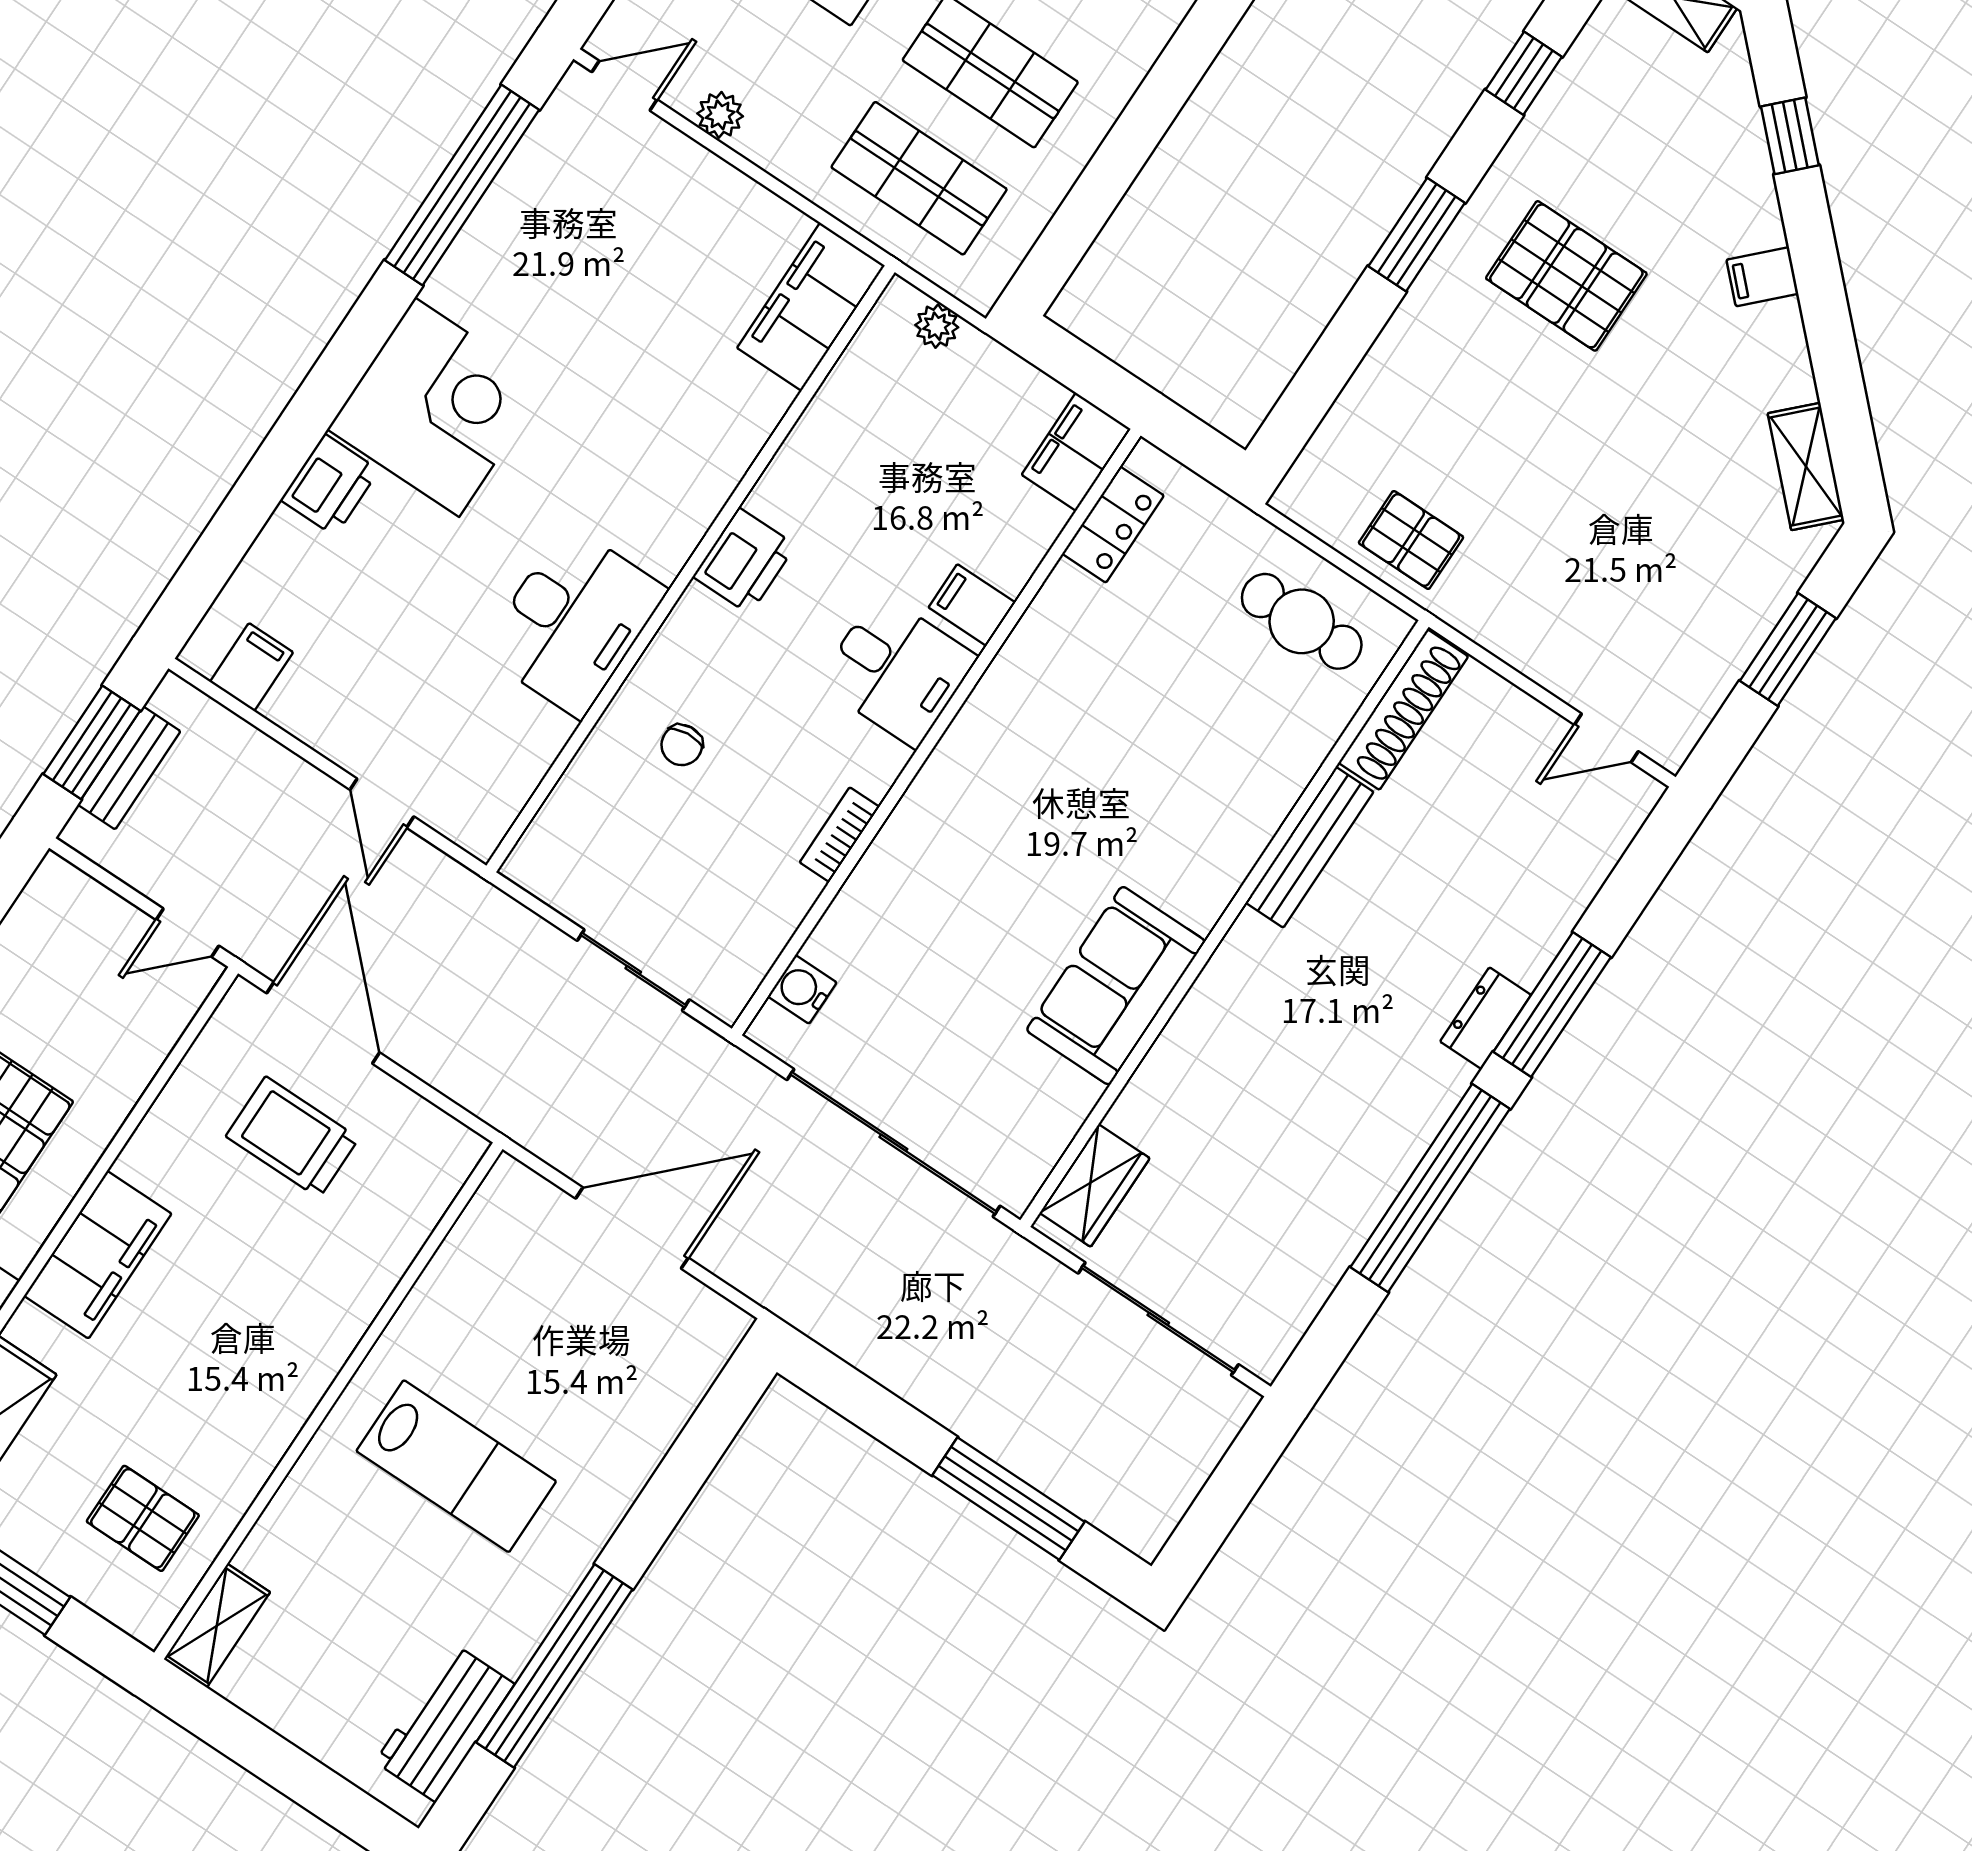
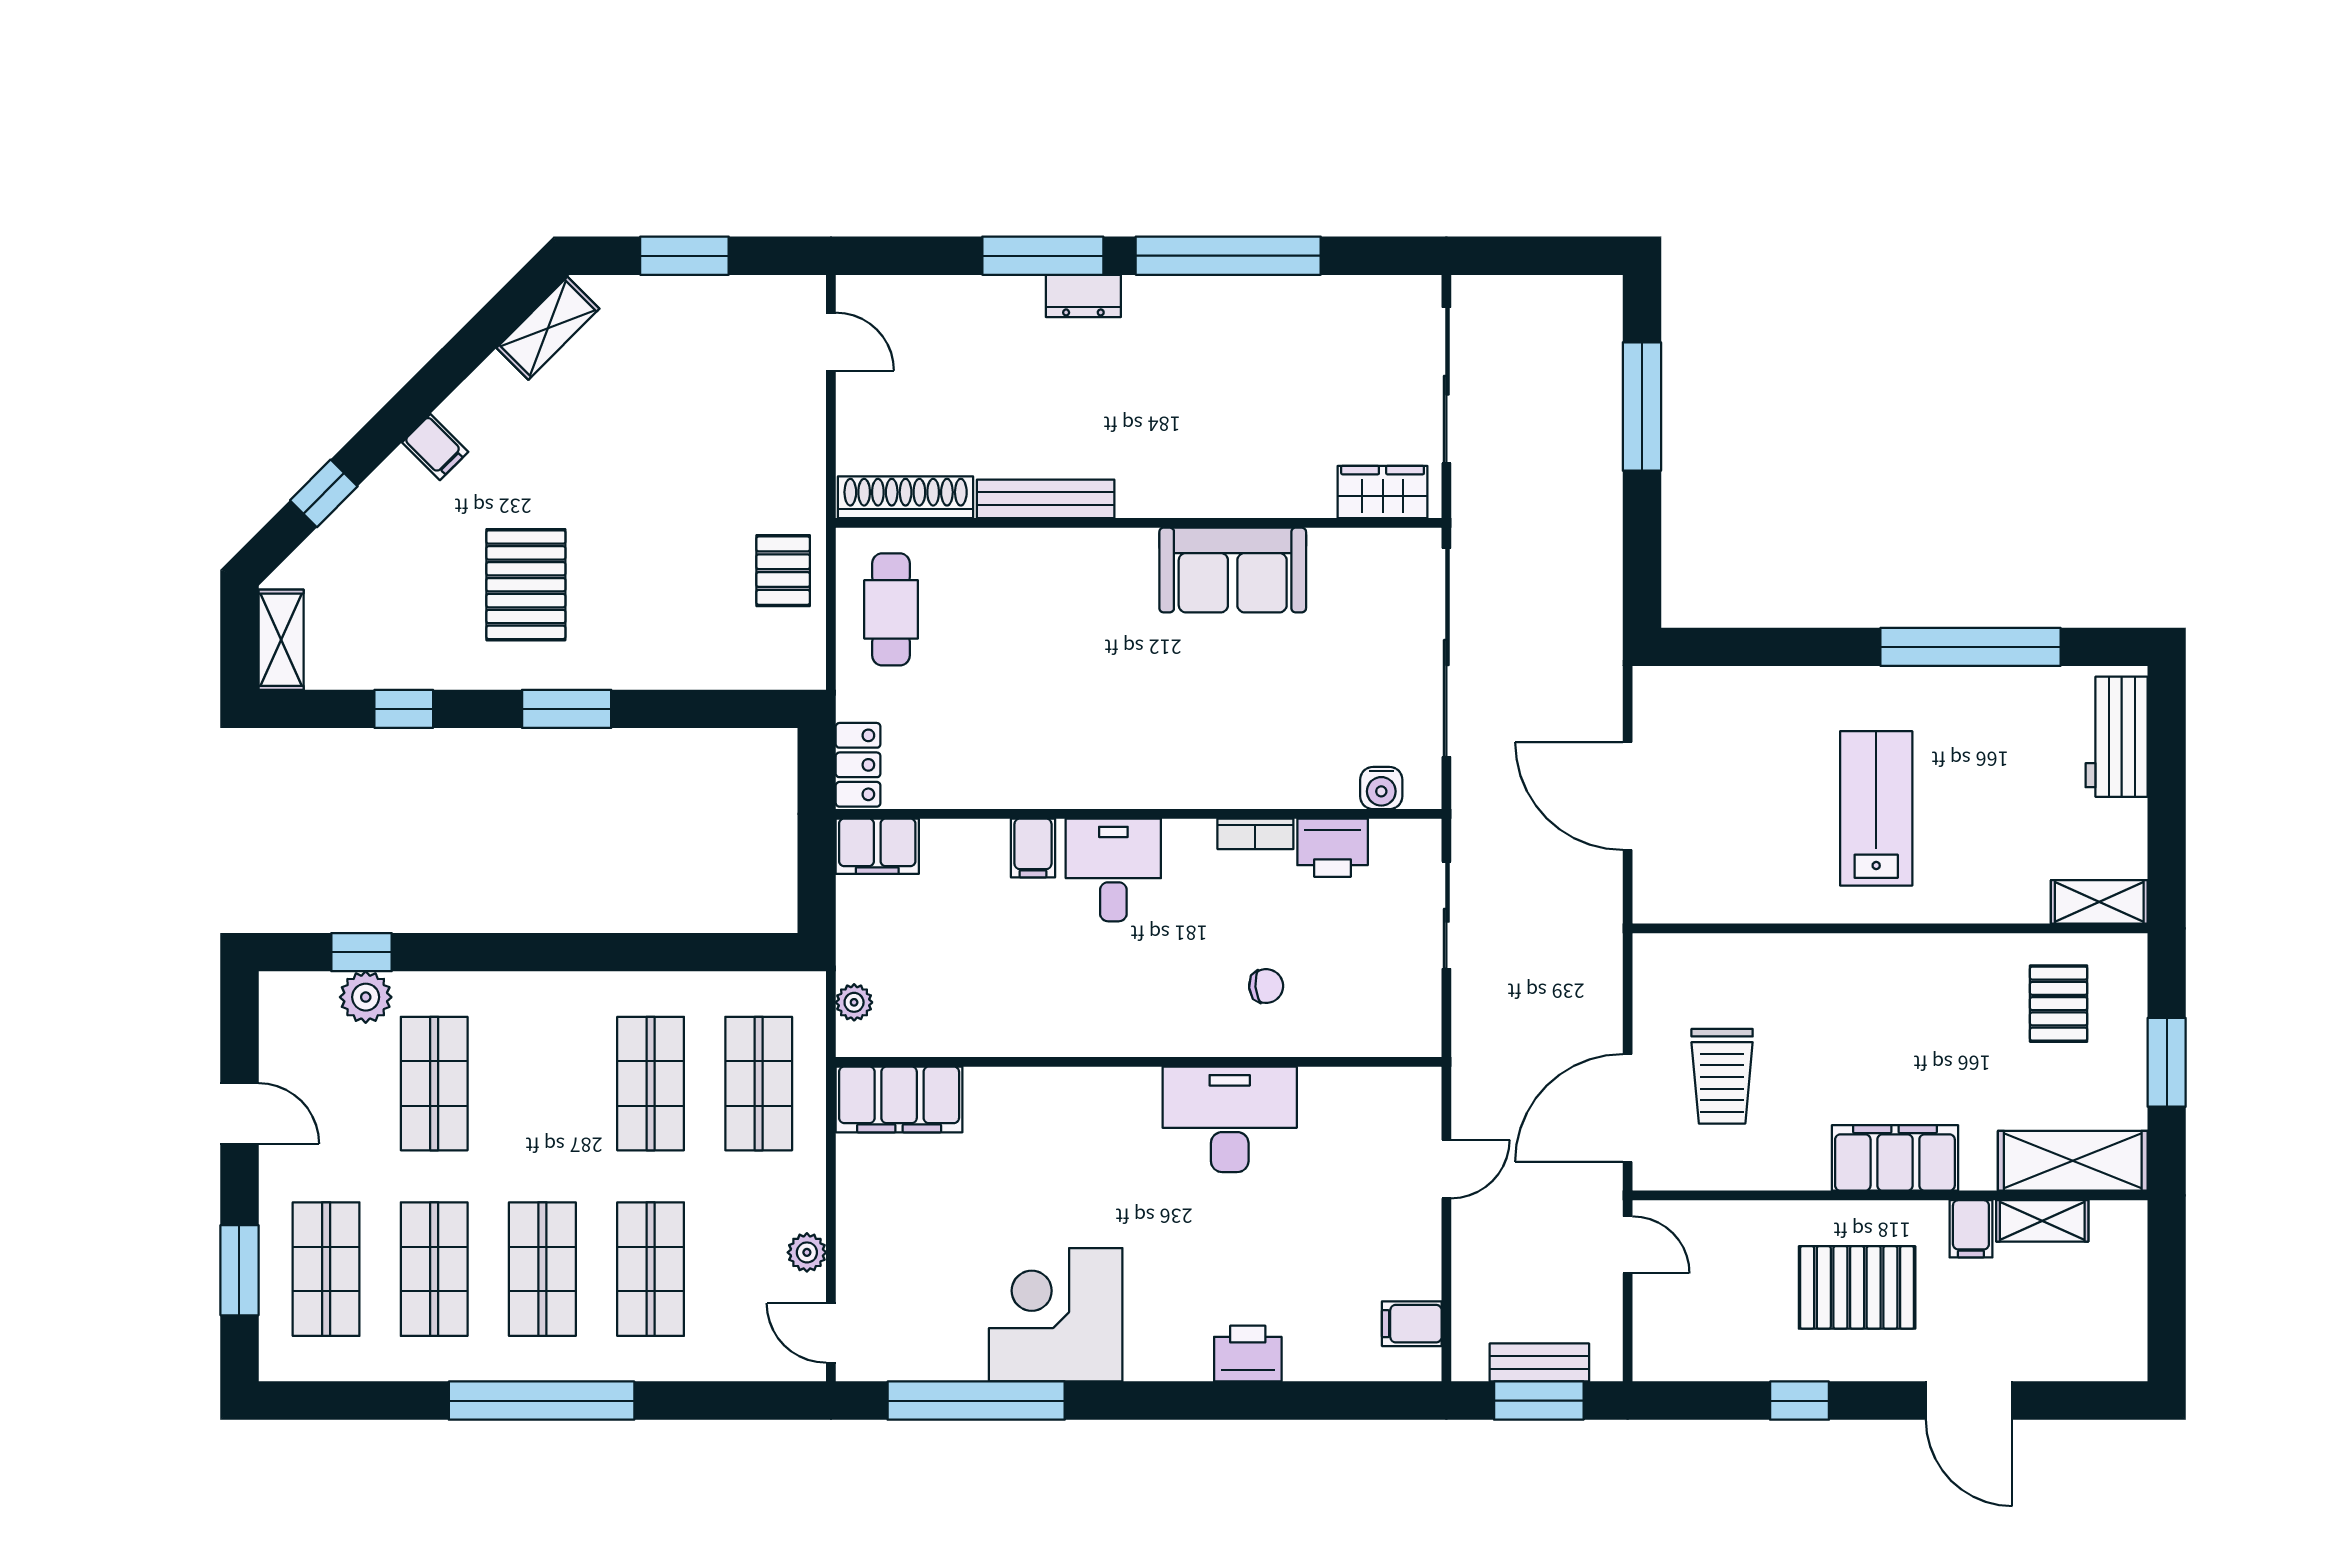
corner desk: (437, 407) -> (1056, 1315), moved
locker: (1113, 525) -> (858, 765), moved, turned 90
printer: (744, 561) -> (1333, 848), moved, turned 180
workbench: (445, 1723) -> (2117, 737), moved, turned 90

